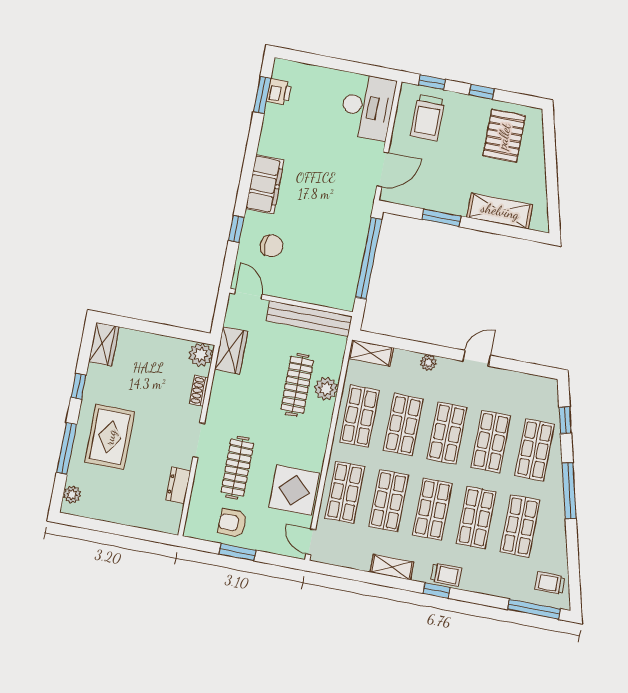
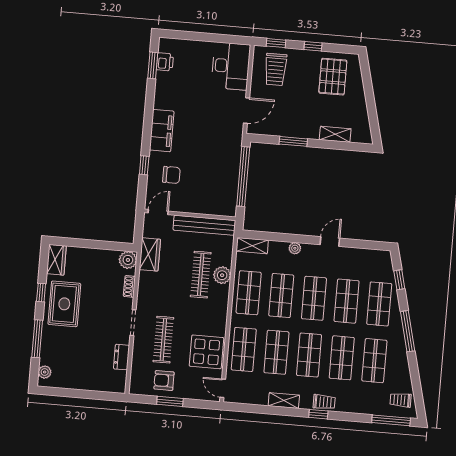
shelving: (500, 211) -> (335, 134), width x0.67, depth x0.75
door: (248, 294) -> (158, 212), hinge flipped
rug: (110, 437) -> (64, 304), moved

